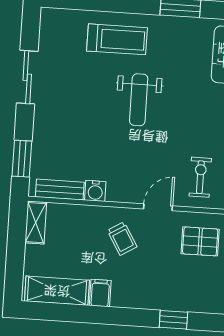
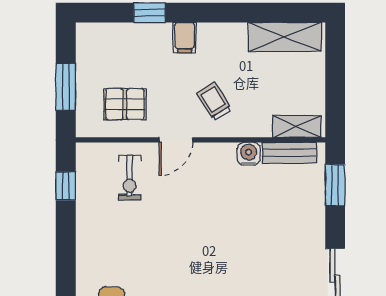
weight bench: (139, 100) -> (206, 261), removed
shelving: (36, 223) -> (297, 127), moved, turned 90
filing cabinet: (100, 293) -> (185, 38), moved

